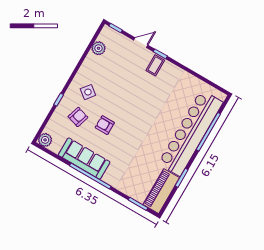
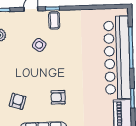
side table: (88, 92) -> (39, 45), moved
armchair: (105, 125) -> (58, 97), moved

